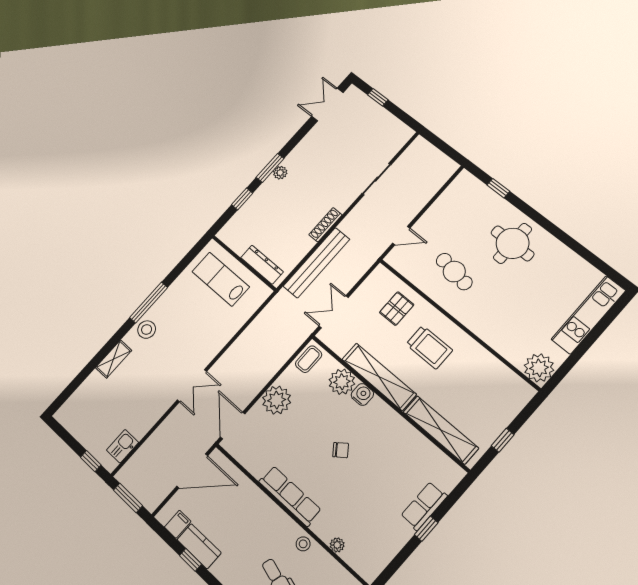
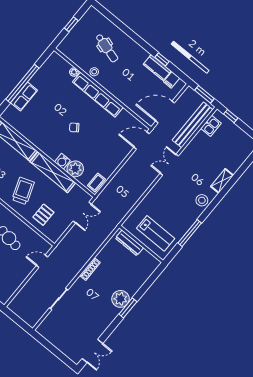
window: (378, 97) -> (60, 355), removed
plant: (280, 173) -> (121, 299), width x1.87, depth x1.87
window: (242, 199) -> (145, 287), removed
bench: (317, 263) -> (193, 125), moved
window: (149, 302) -> (190, 233), moved
trolley: (429, 347) -> (23, 191), turned 70
plant: (277, 400) -> (115, 157), removed
door: (233, 425) -> (142, 141), swing flipped
row of seats: (290, 496) -> (98, 95), width x1.36
window: (426, 529) -> (22, 84), width x3.17

